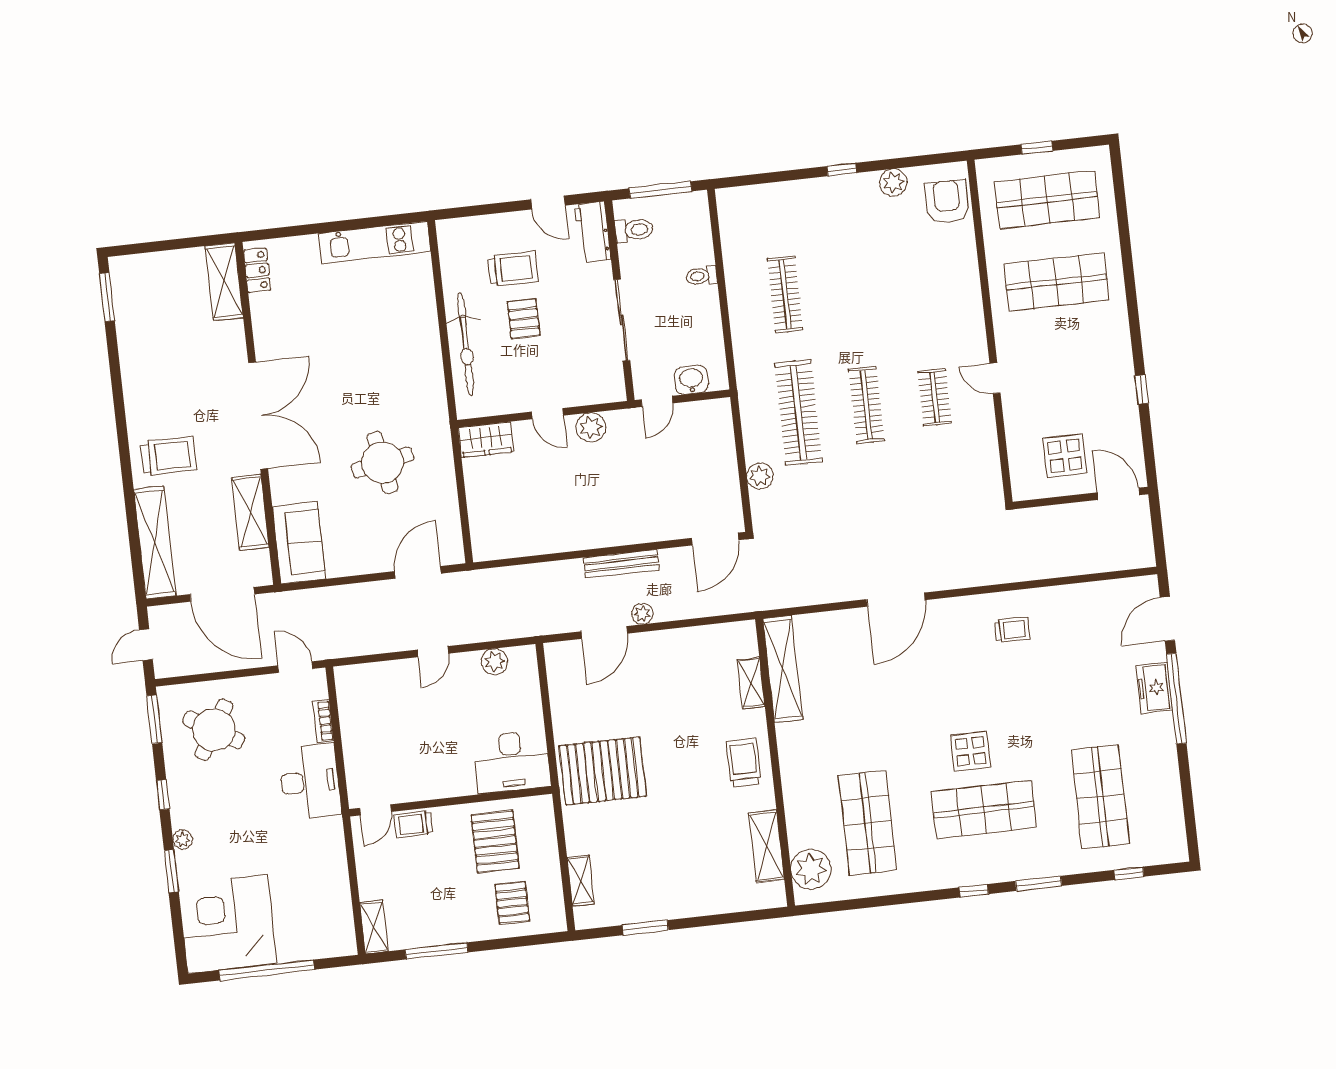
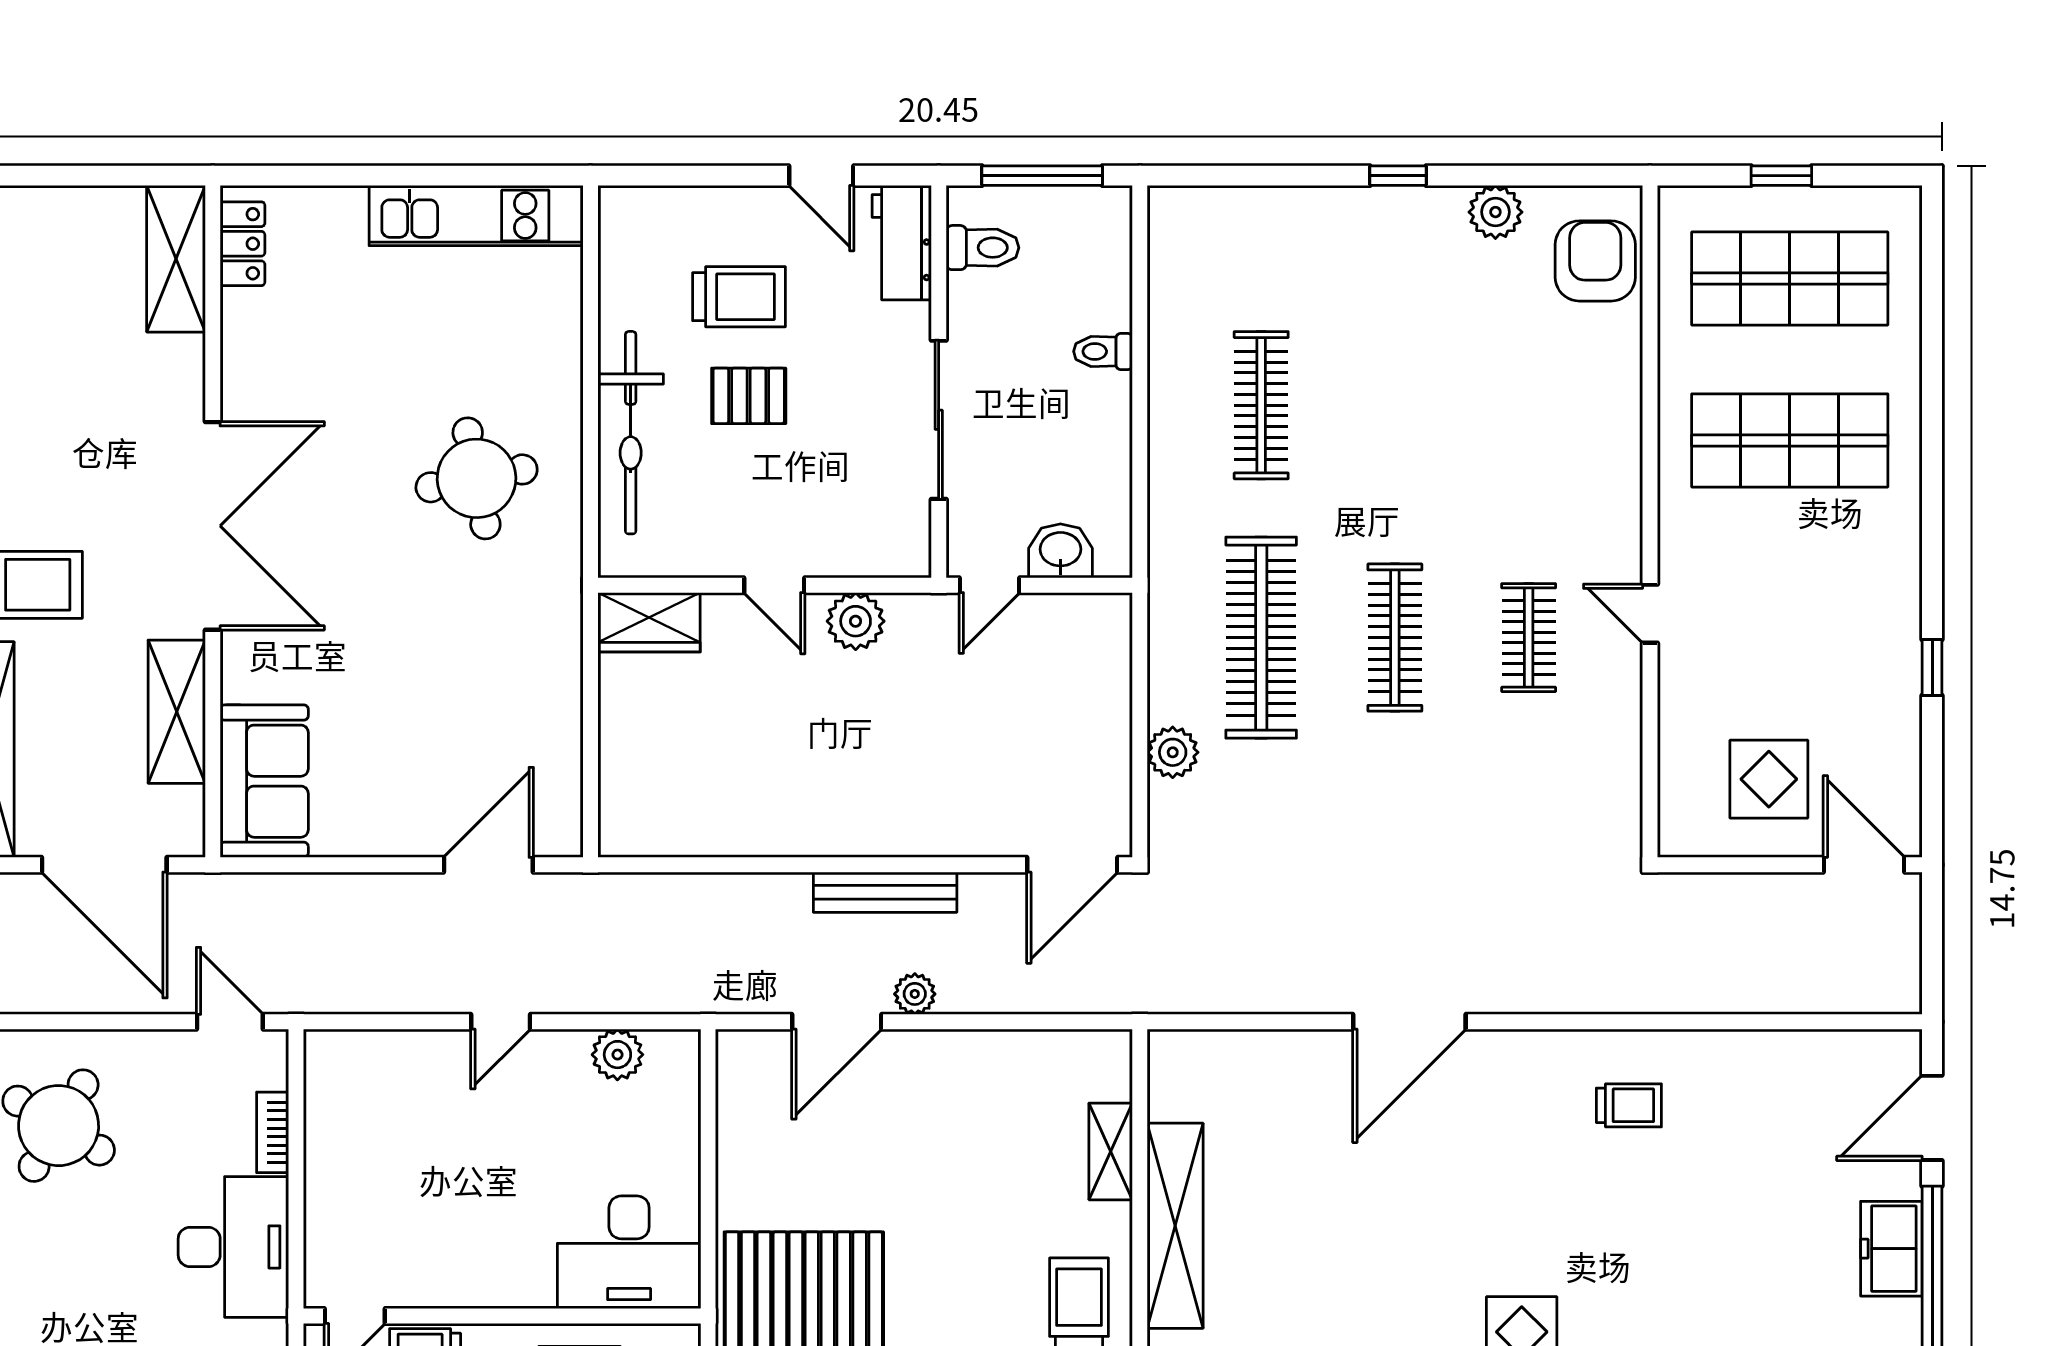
pallet: (524, 319) -> (749, 396), turned 90
round table: (382, 463) -> (477, 478), moved
shelving: (783, 669) -> (1175, 1226), moved

